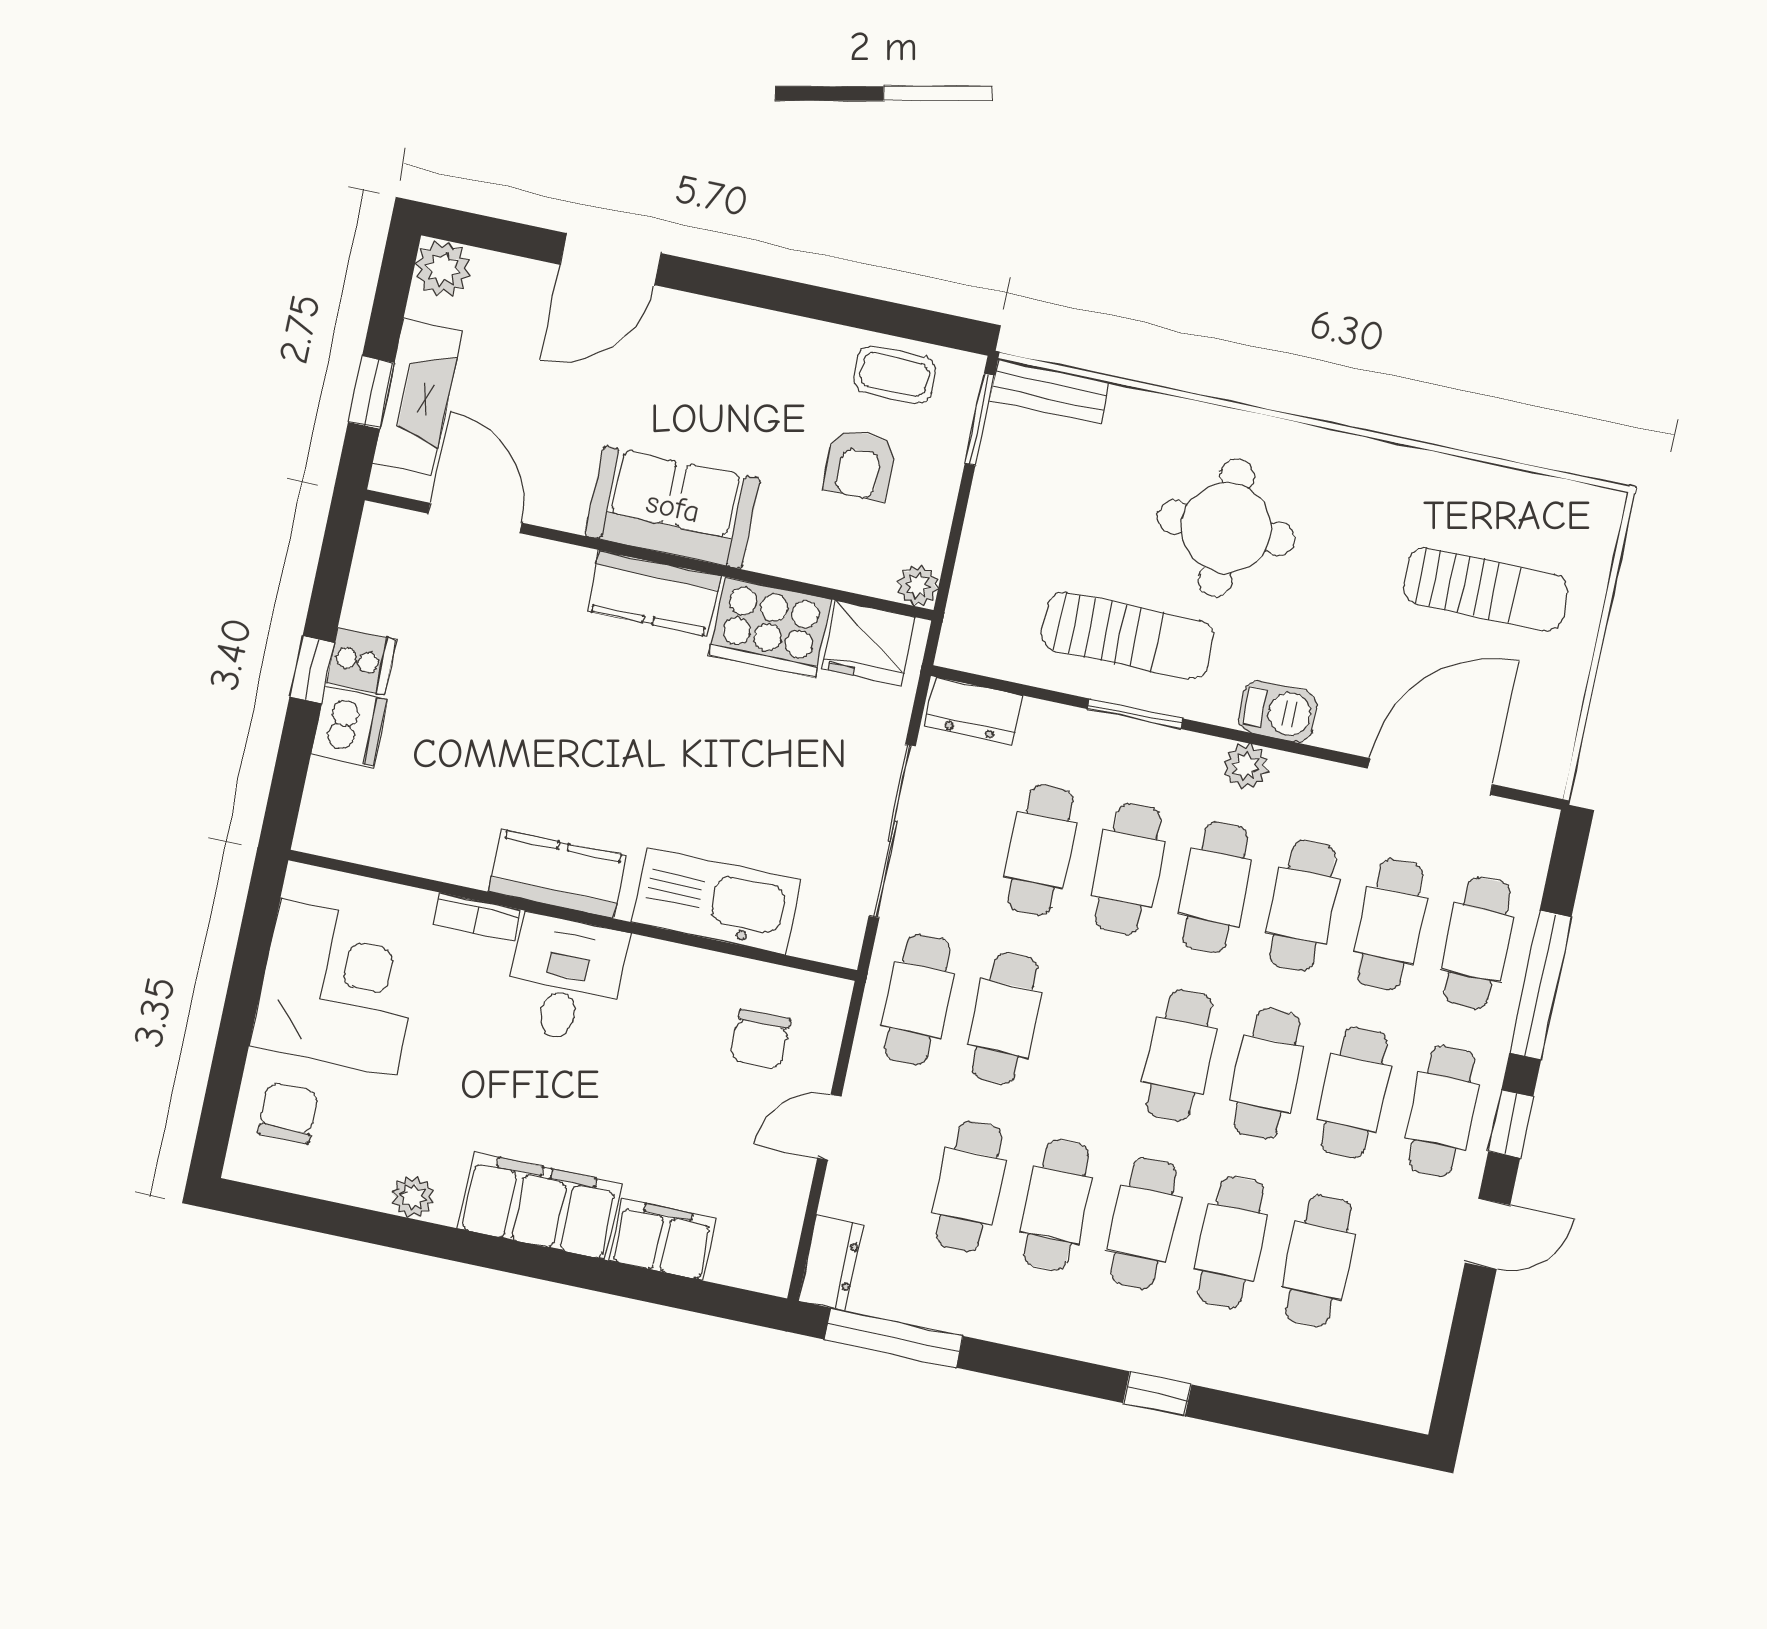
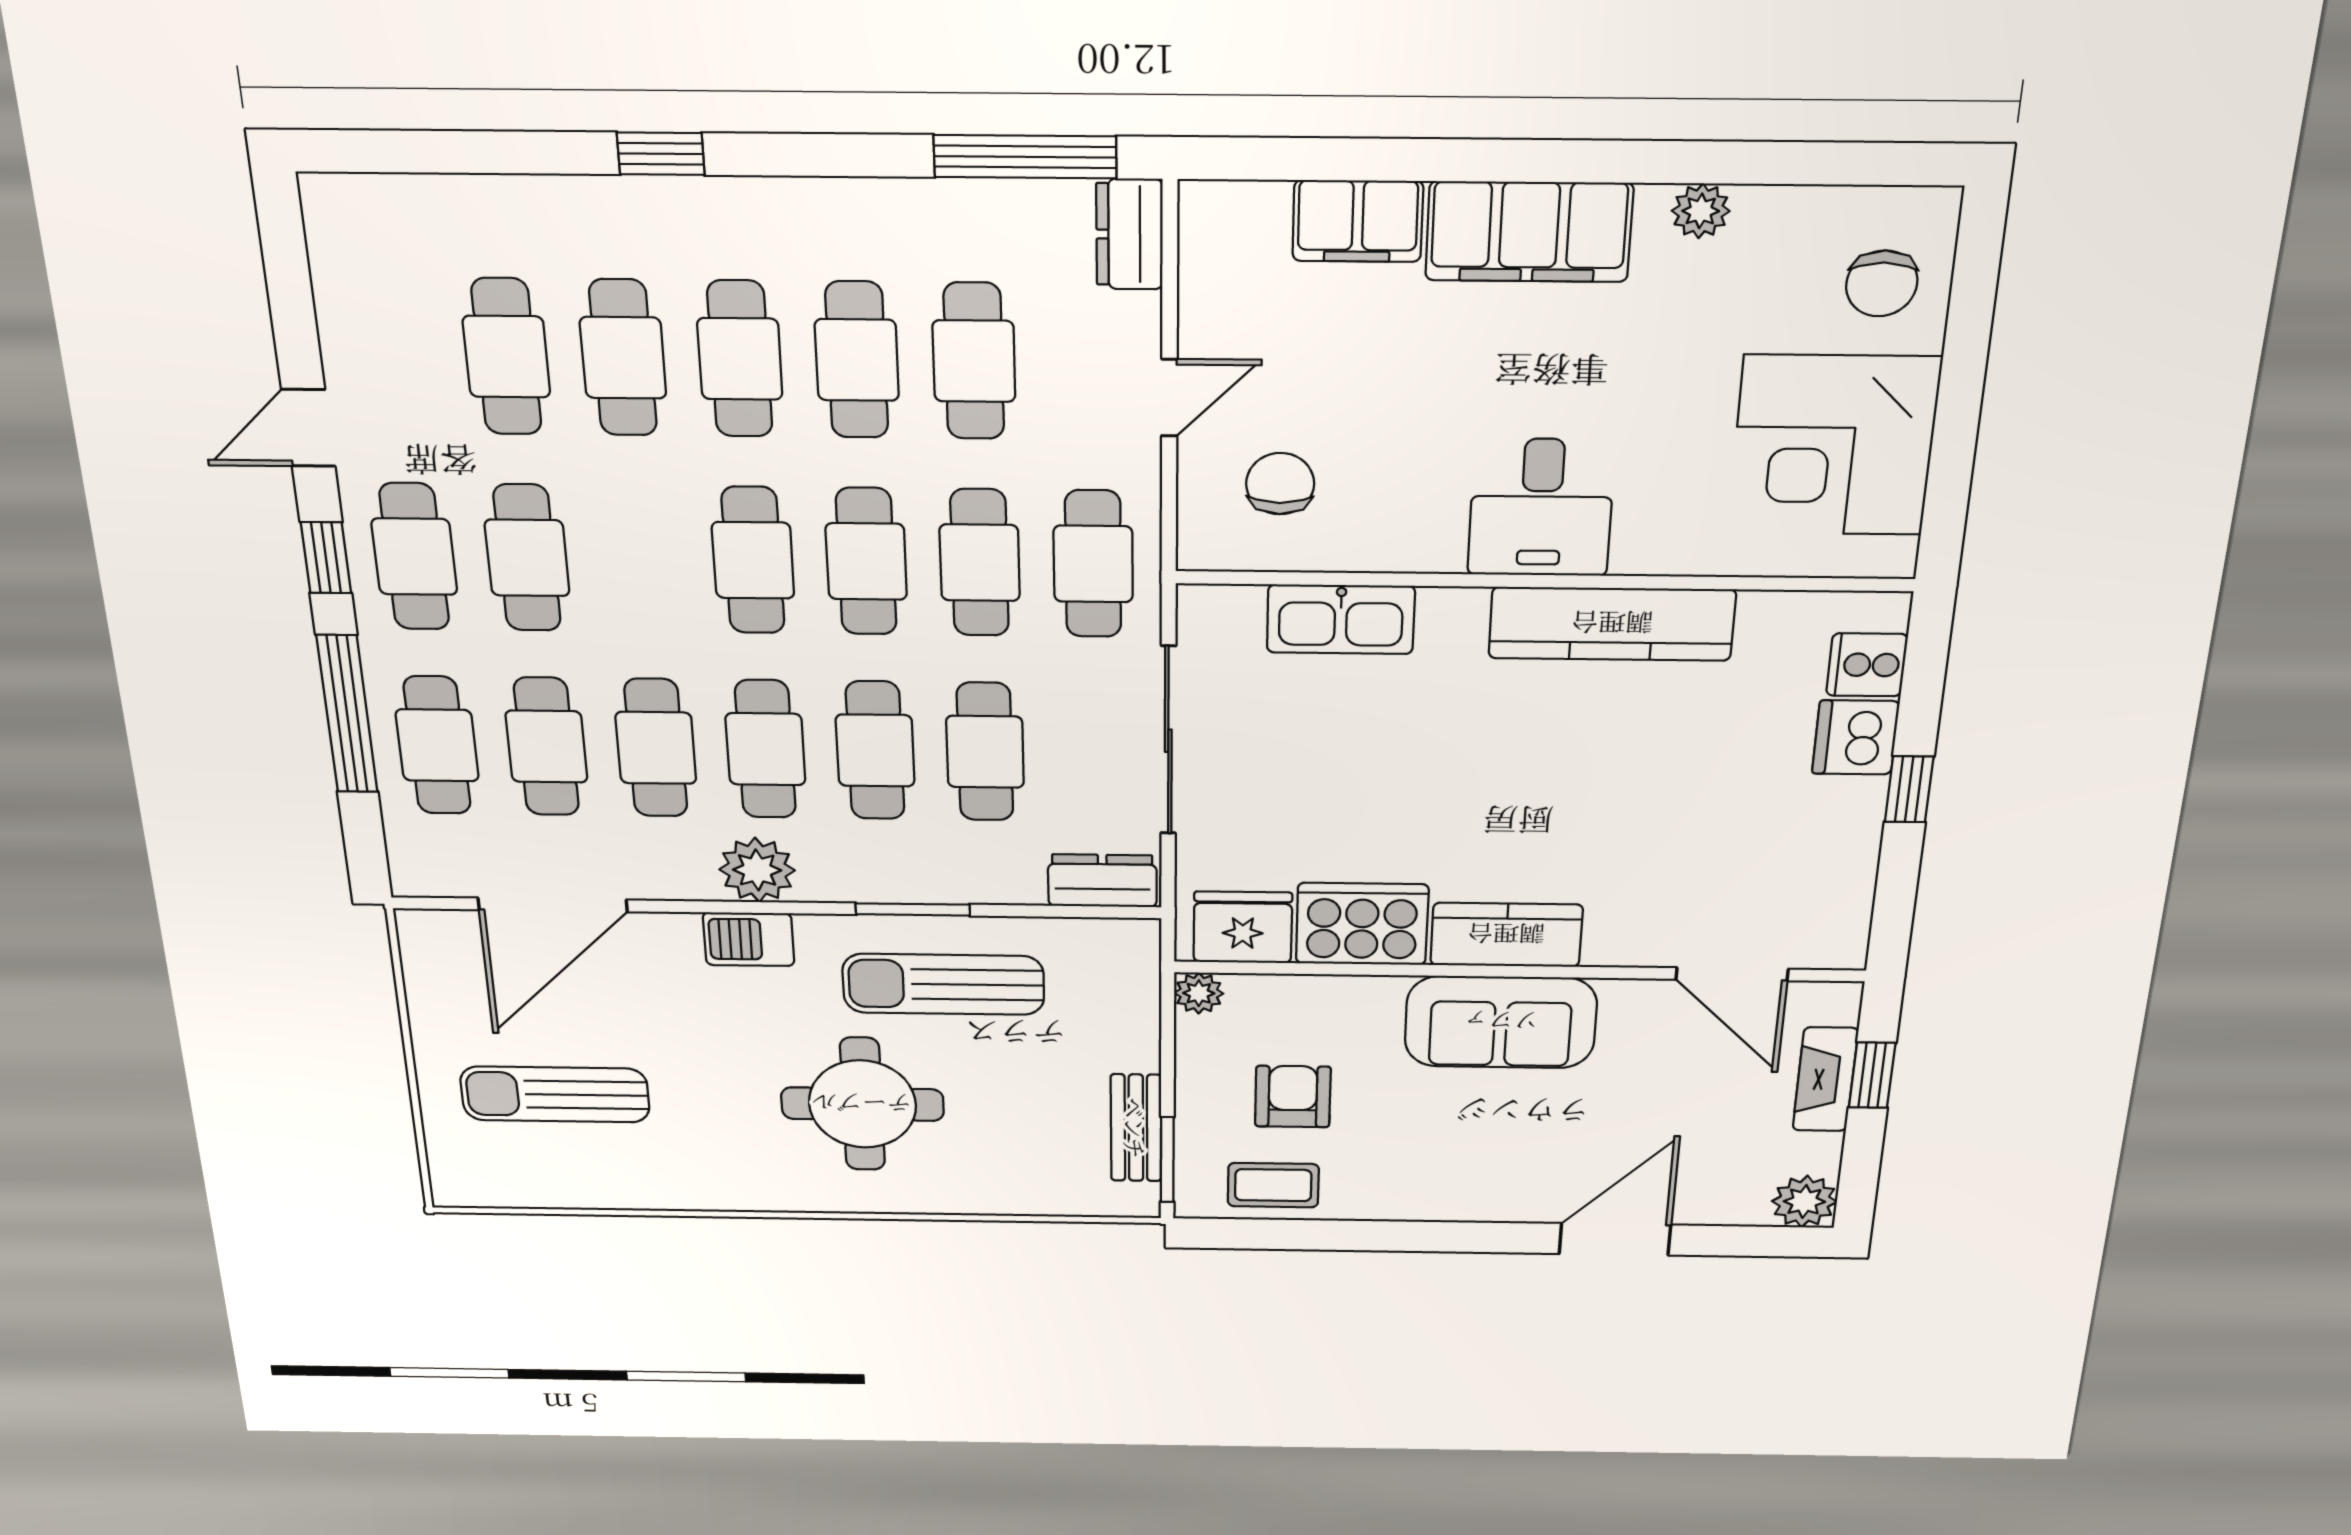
bench: (1049, 391) -> (1136, 1128), moved, turned 90
fireplace: (418, 397) -> (1825, 1079), width x0.73, depth x0.76
cooker: (361, 661) -> (1867, 665), moved
plant: (1246, 766) -> (757, 870), width x1.38, depth x1.38
kitchen counter: (557, 874) -> (1612, 624), width x1.50
kitchen sink: (716, 902) -> (1341, 619), width x0.73, depth x0.81
bookcase: (476, 917) -> (1666, 558), removed
cafe table: (1267, 1074) -> (866, 562), moved

